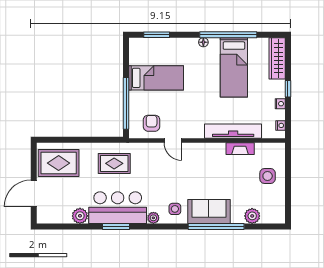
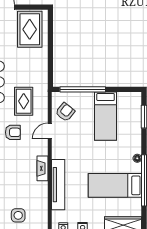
armchair: (152, 123) -> (65, 112), turned -51
fireplace: (240, 149) -> (43, 168), moved
rug: (114, 163) -> (24, 101), moved
armchair: (174, 182) -> (13, 132), added

